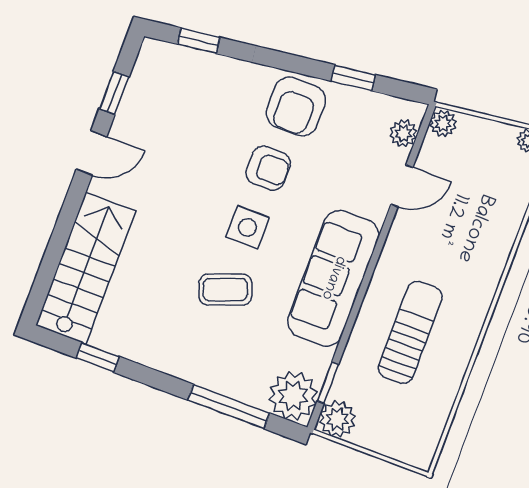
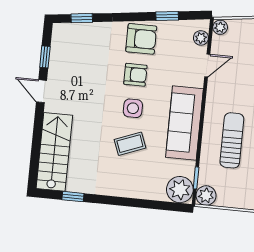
armchair: (296, 107) -> (141, 39), turned -90
door: (92, 153) -> (42, 91), swing flipped
window: (229, 407) -> (148, 204), removed

